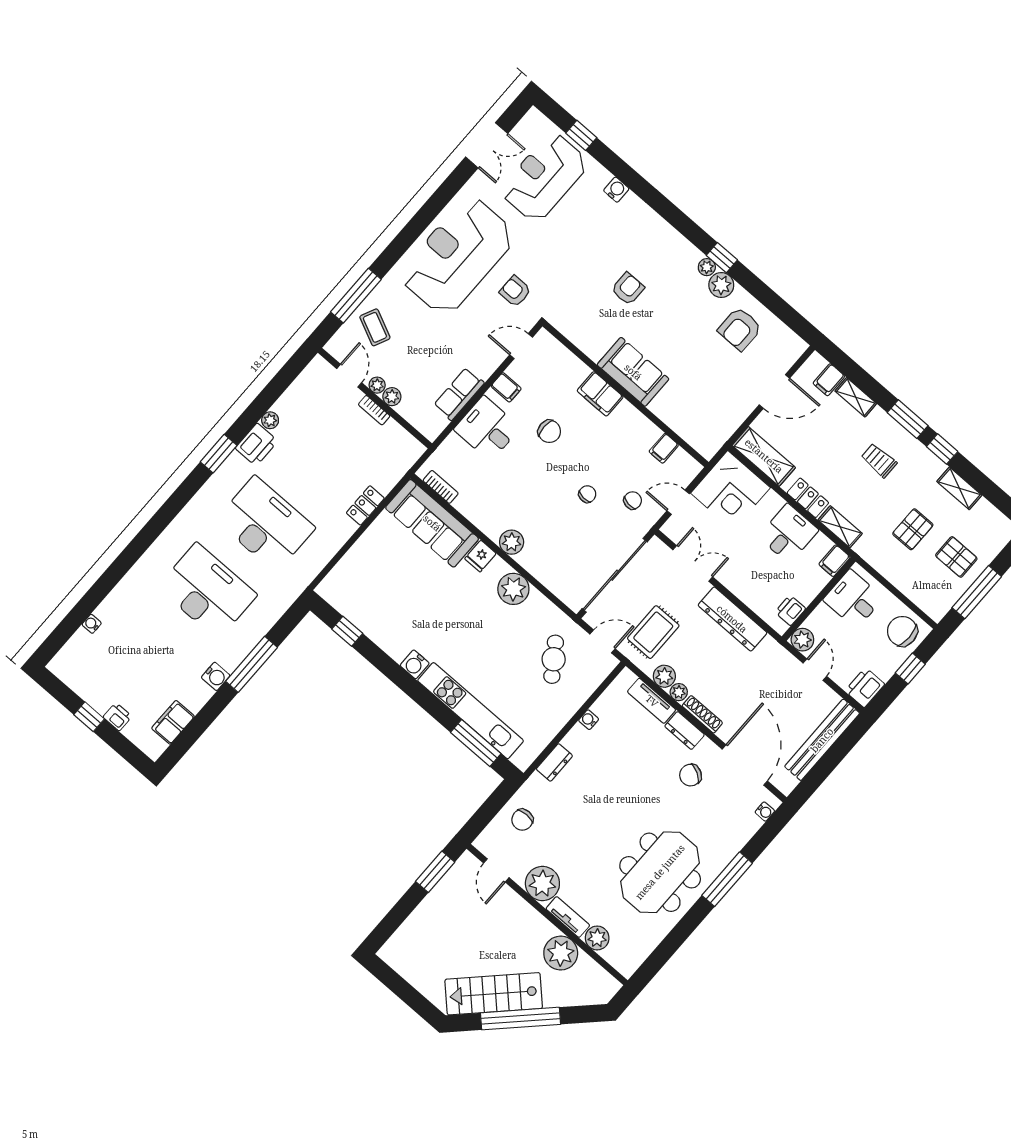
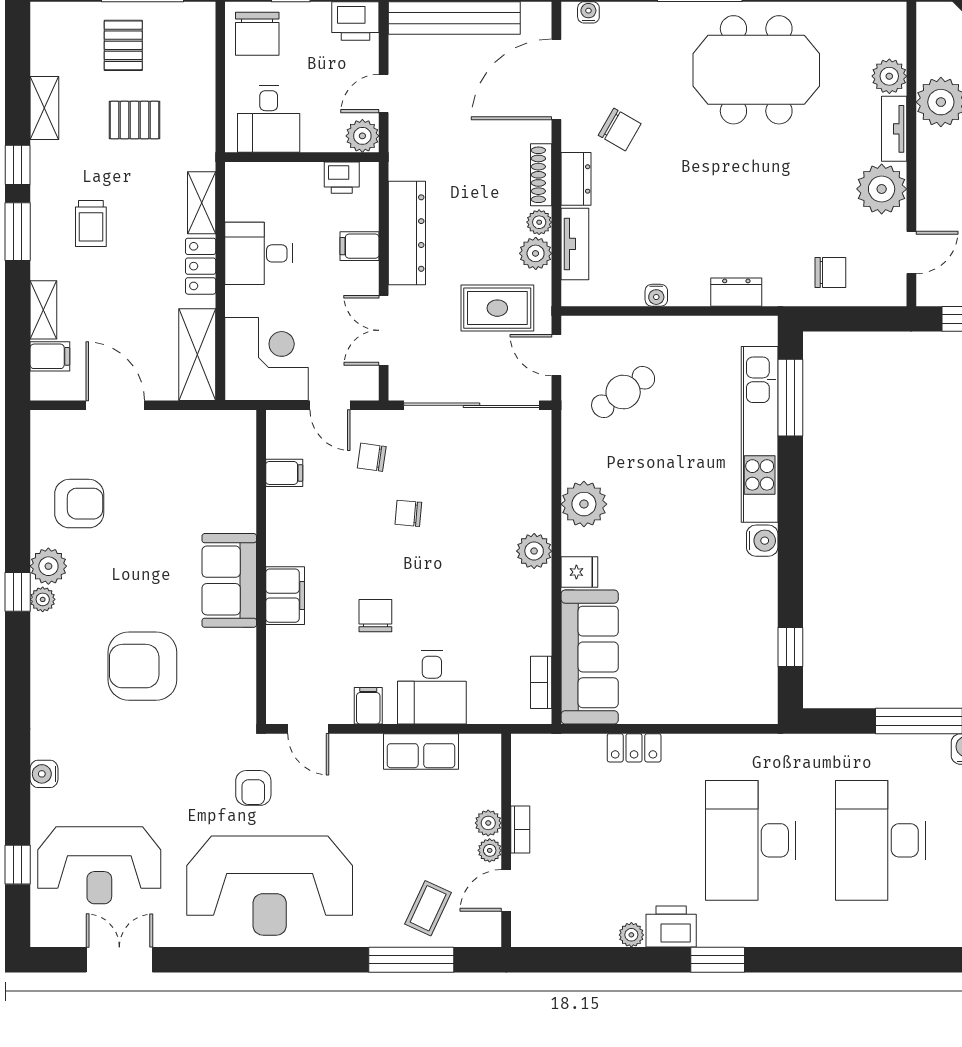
armchair: (628, 289) -> (142, 666), width x1.88, depth x1.88
filing cabinet: (834, 561) -> (360, 246), moved, turned 180

